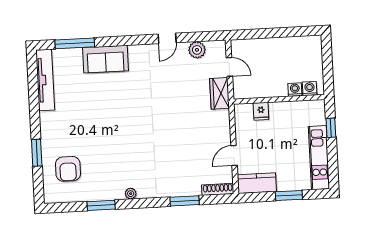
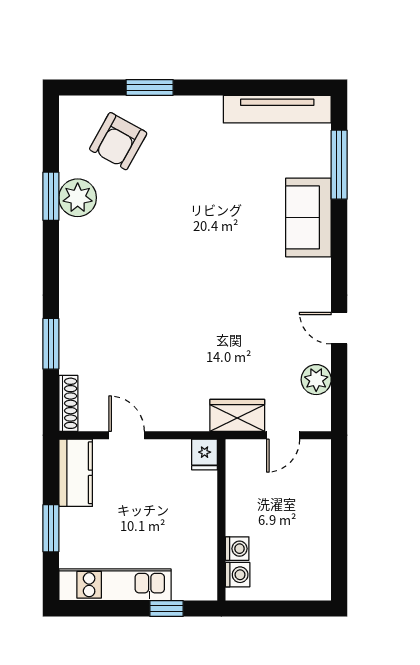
fridge: (261, 111) -> (205, 455), moved, turned -90
armchair: (68, 169) -> (118, 141), turned -61
plant: (131, 194) -> (78, 198), moved, width x1.88, depth x1.88

